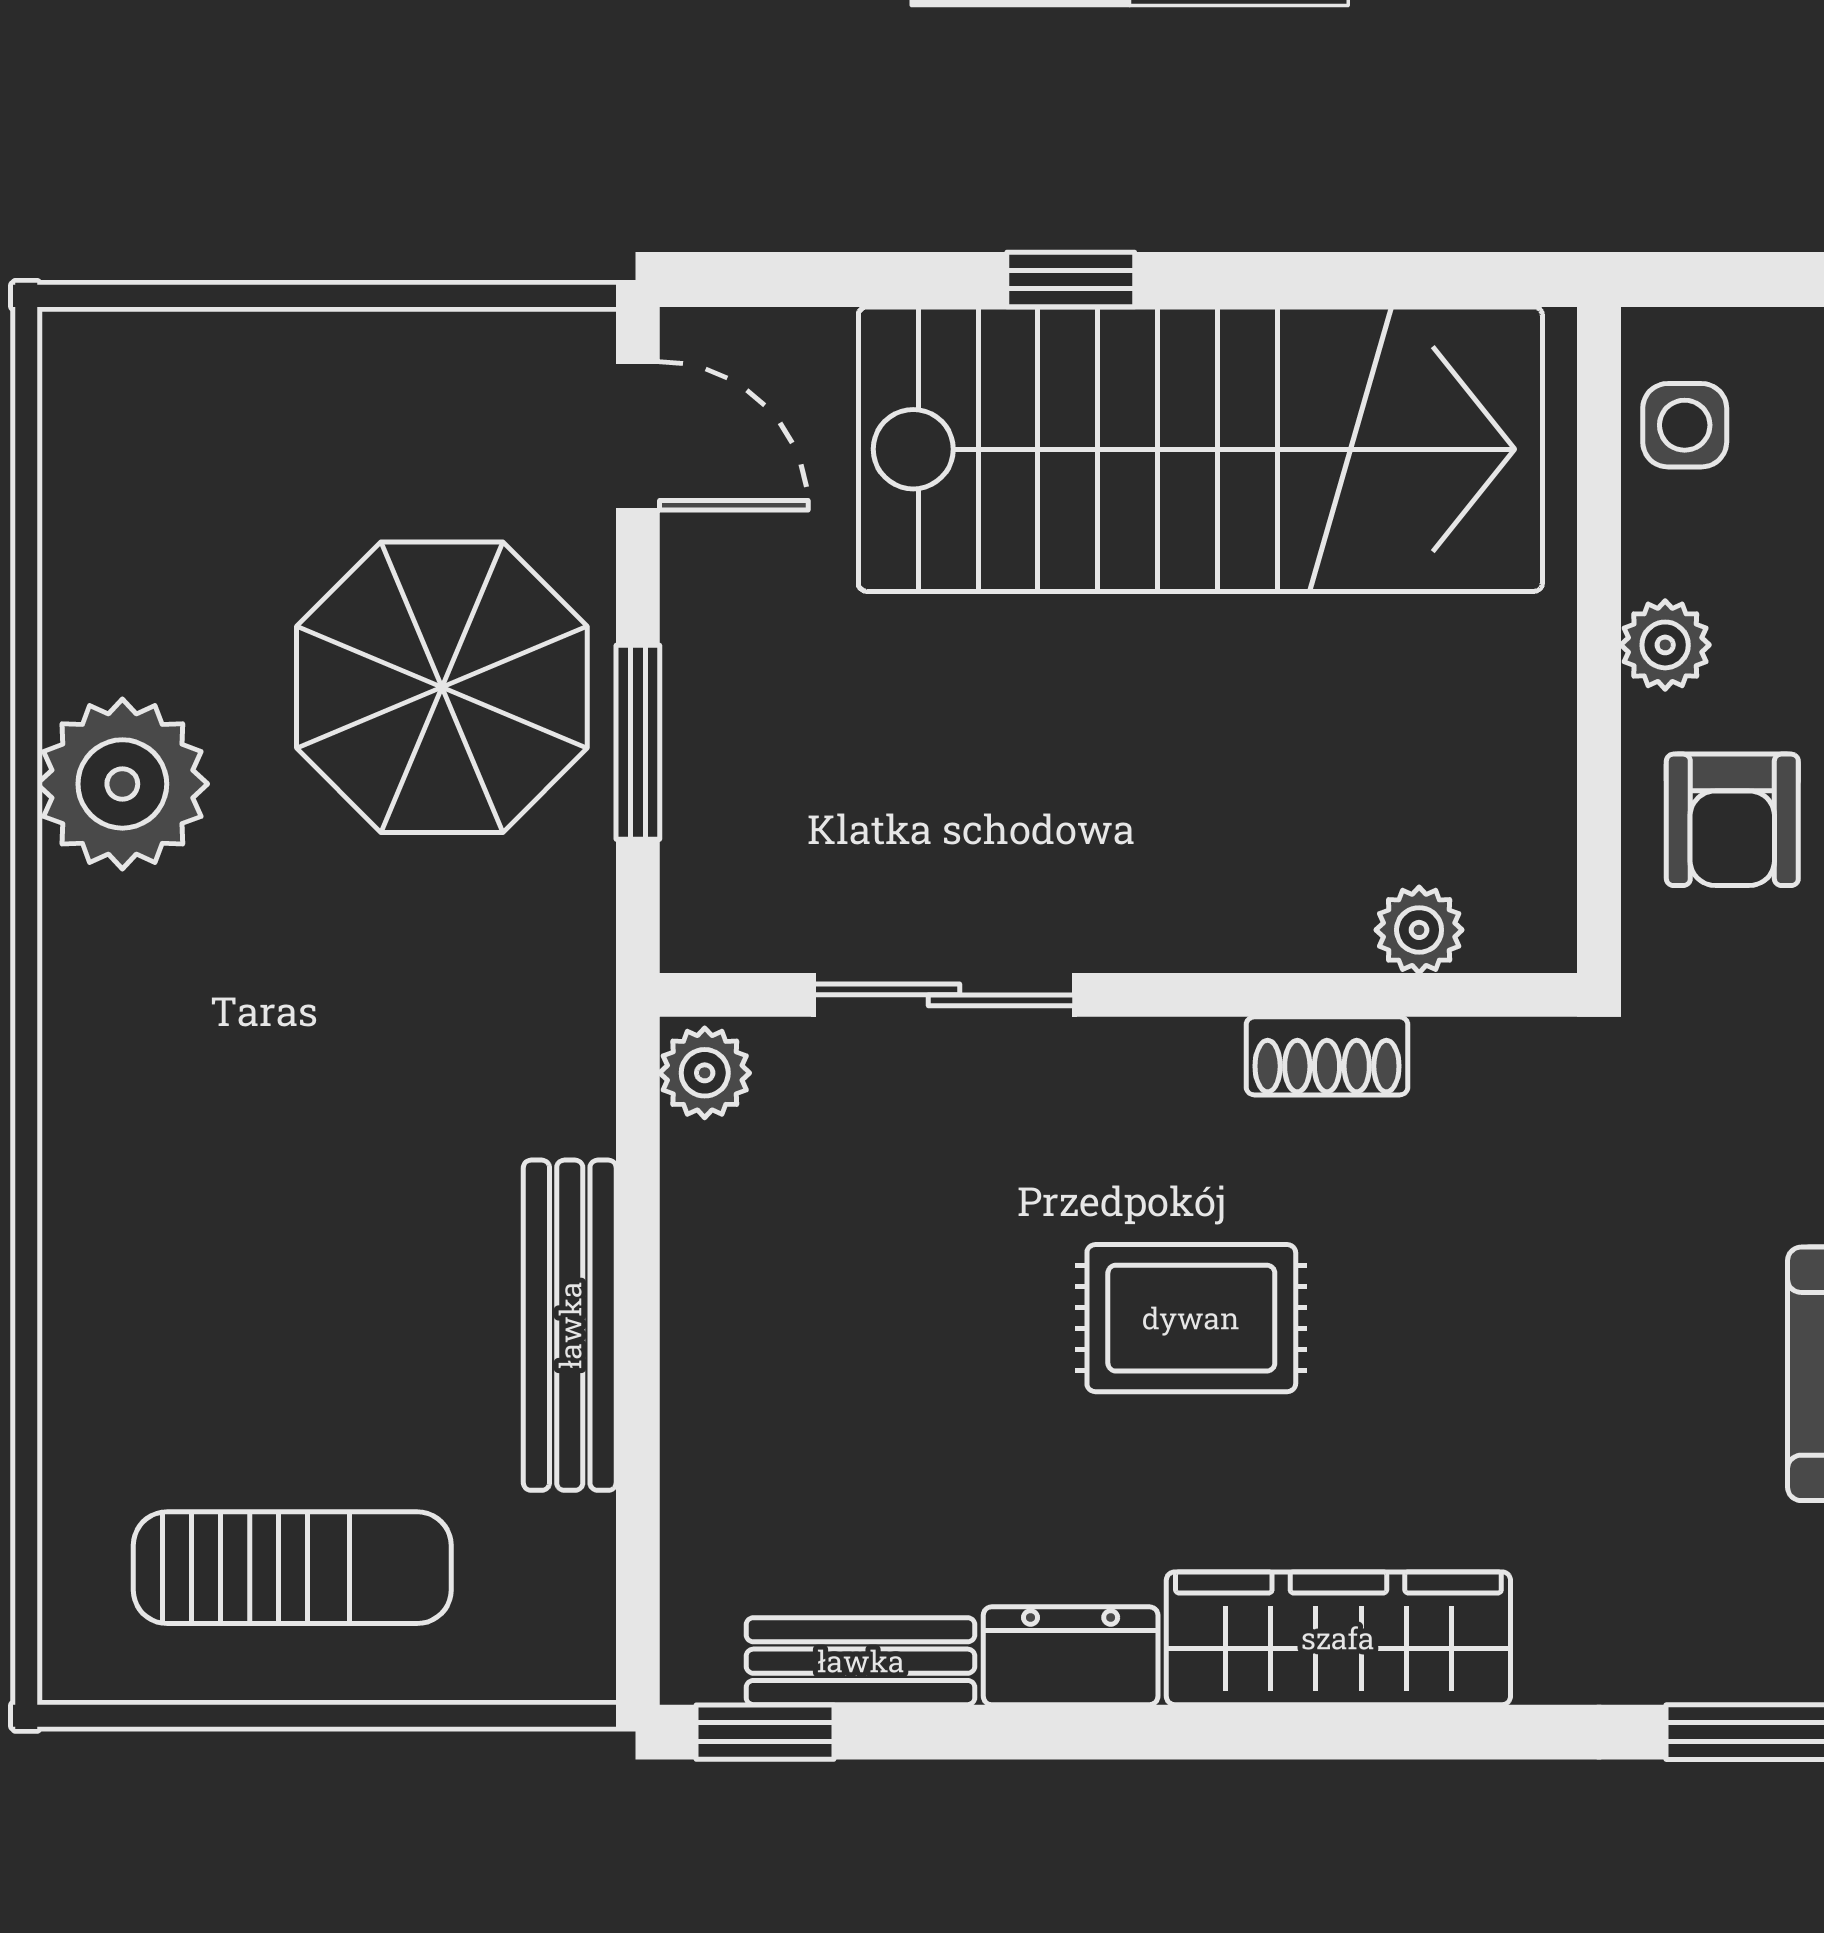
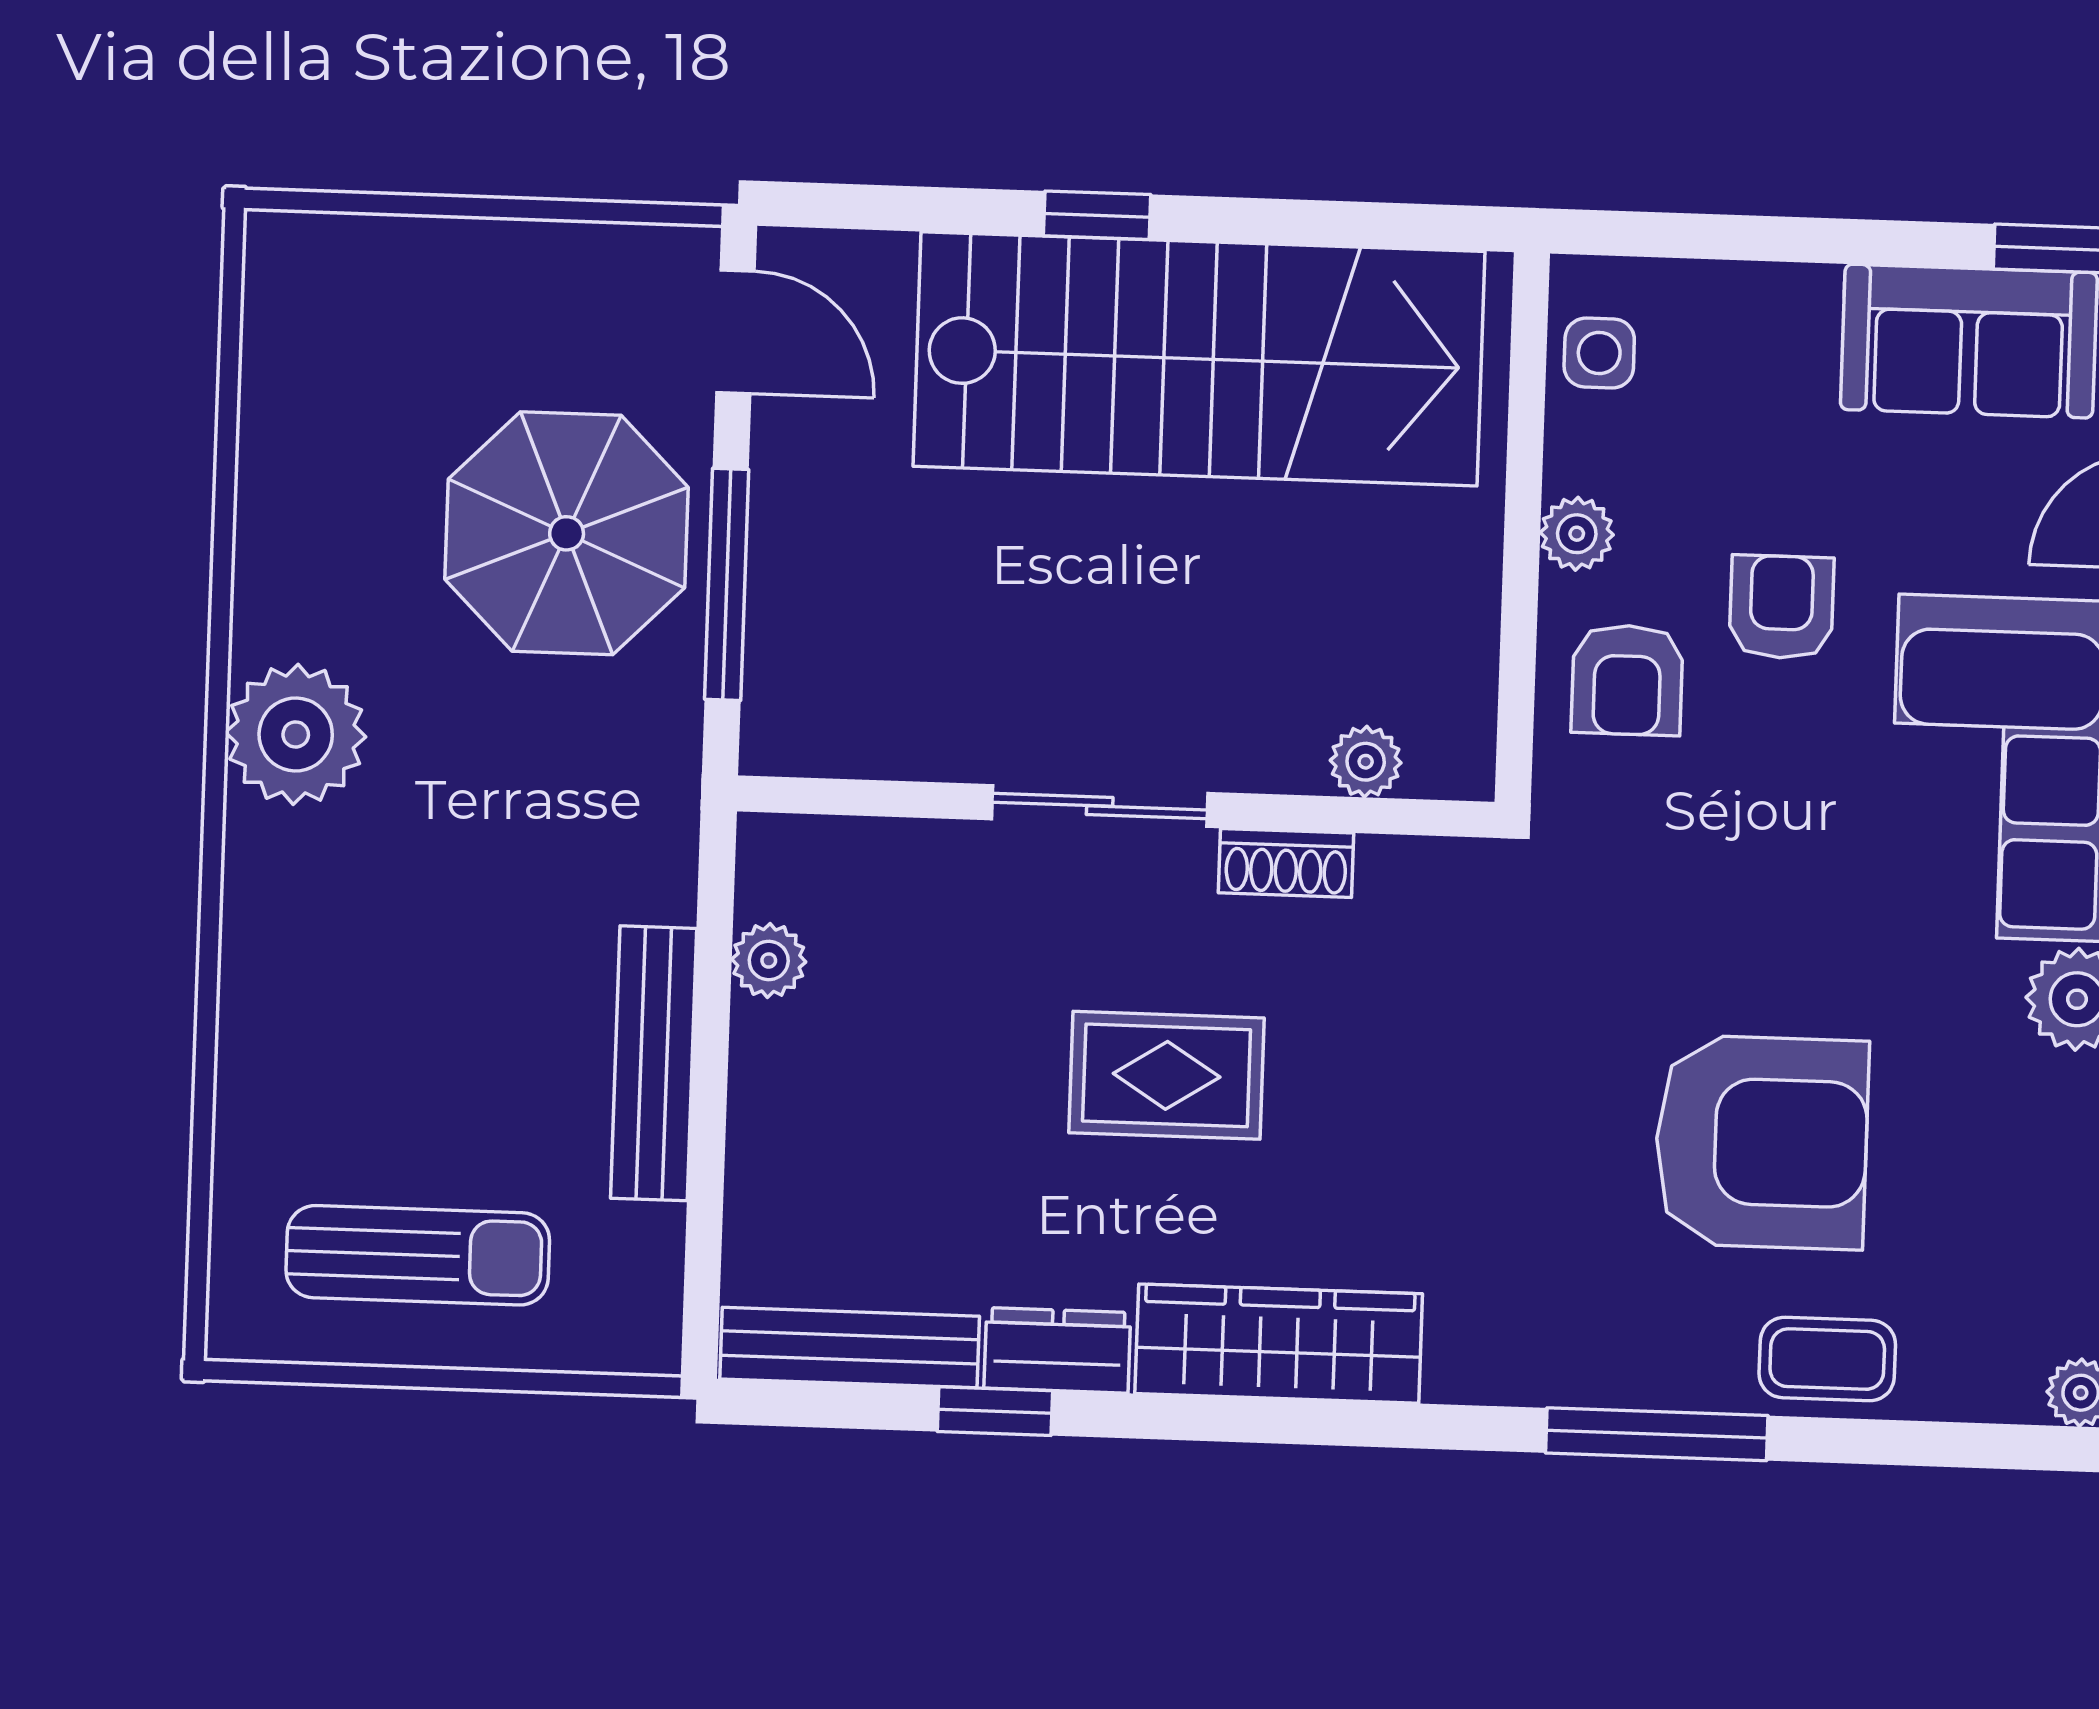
window: (638, 742) -> (727, 584), width x1.44
plant: (122, 784) -> (296, 734), moved
sliding door: (944, 995) -> (1100, 806), moved
plant: (705, 1073) -> (769, 960), moved
bench: (861, 1661) -> (850, 1348), width x1.36
window: (765, 1732) -> (995, 1411), moved

